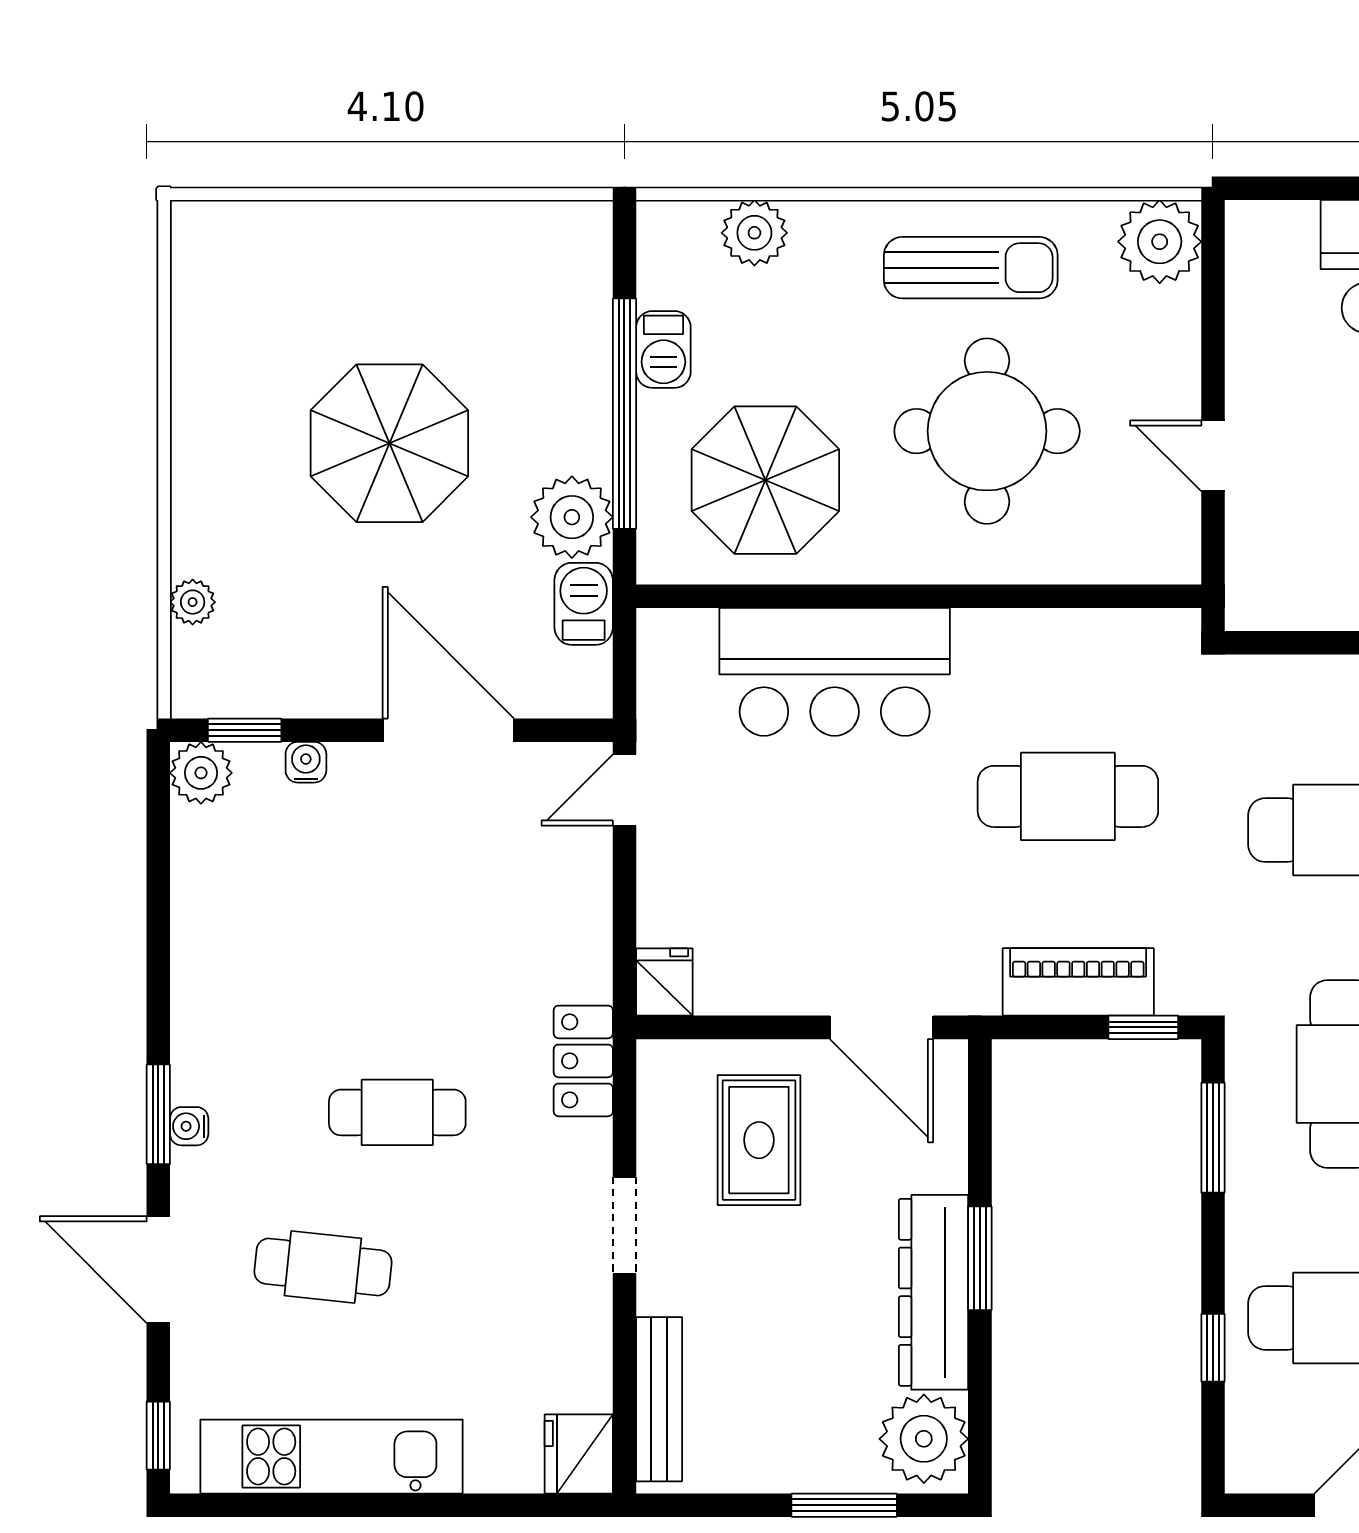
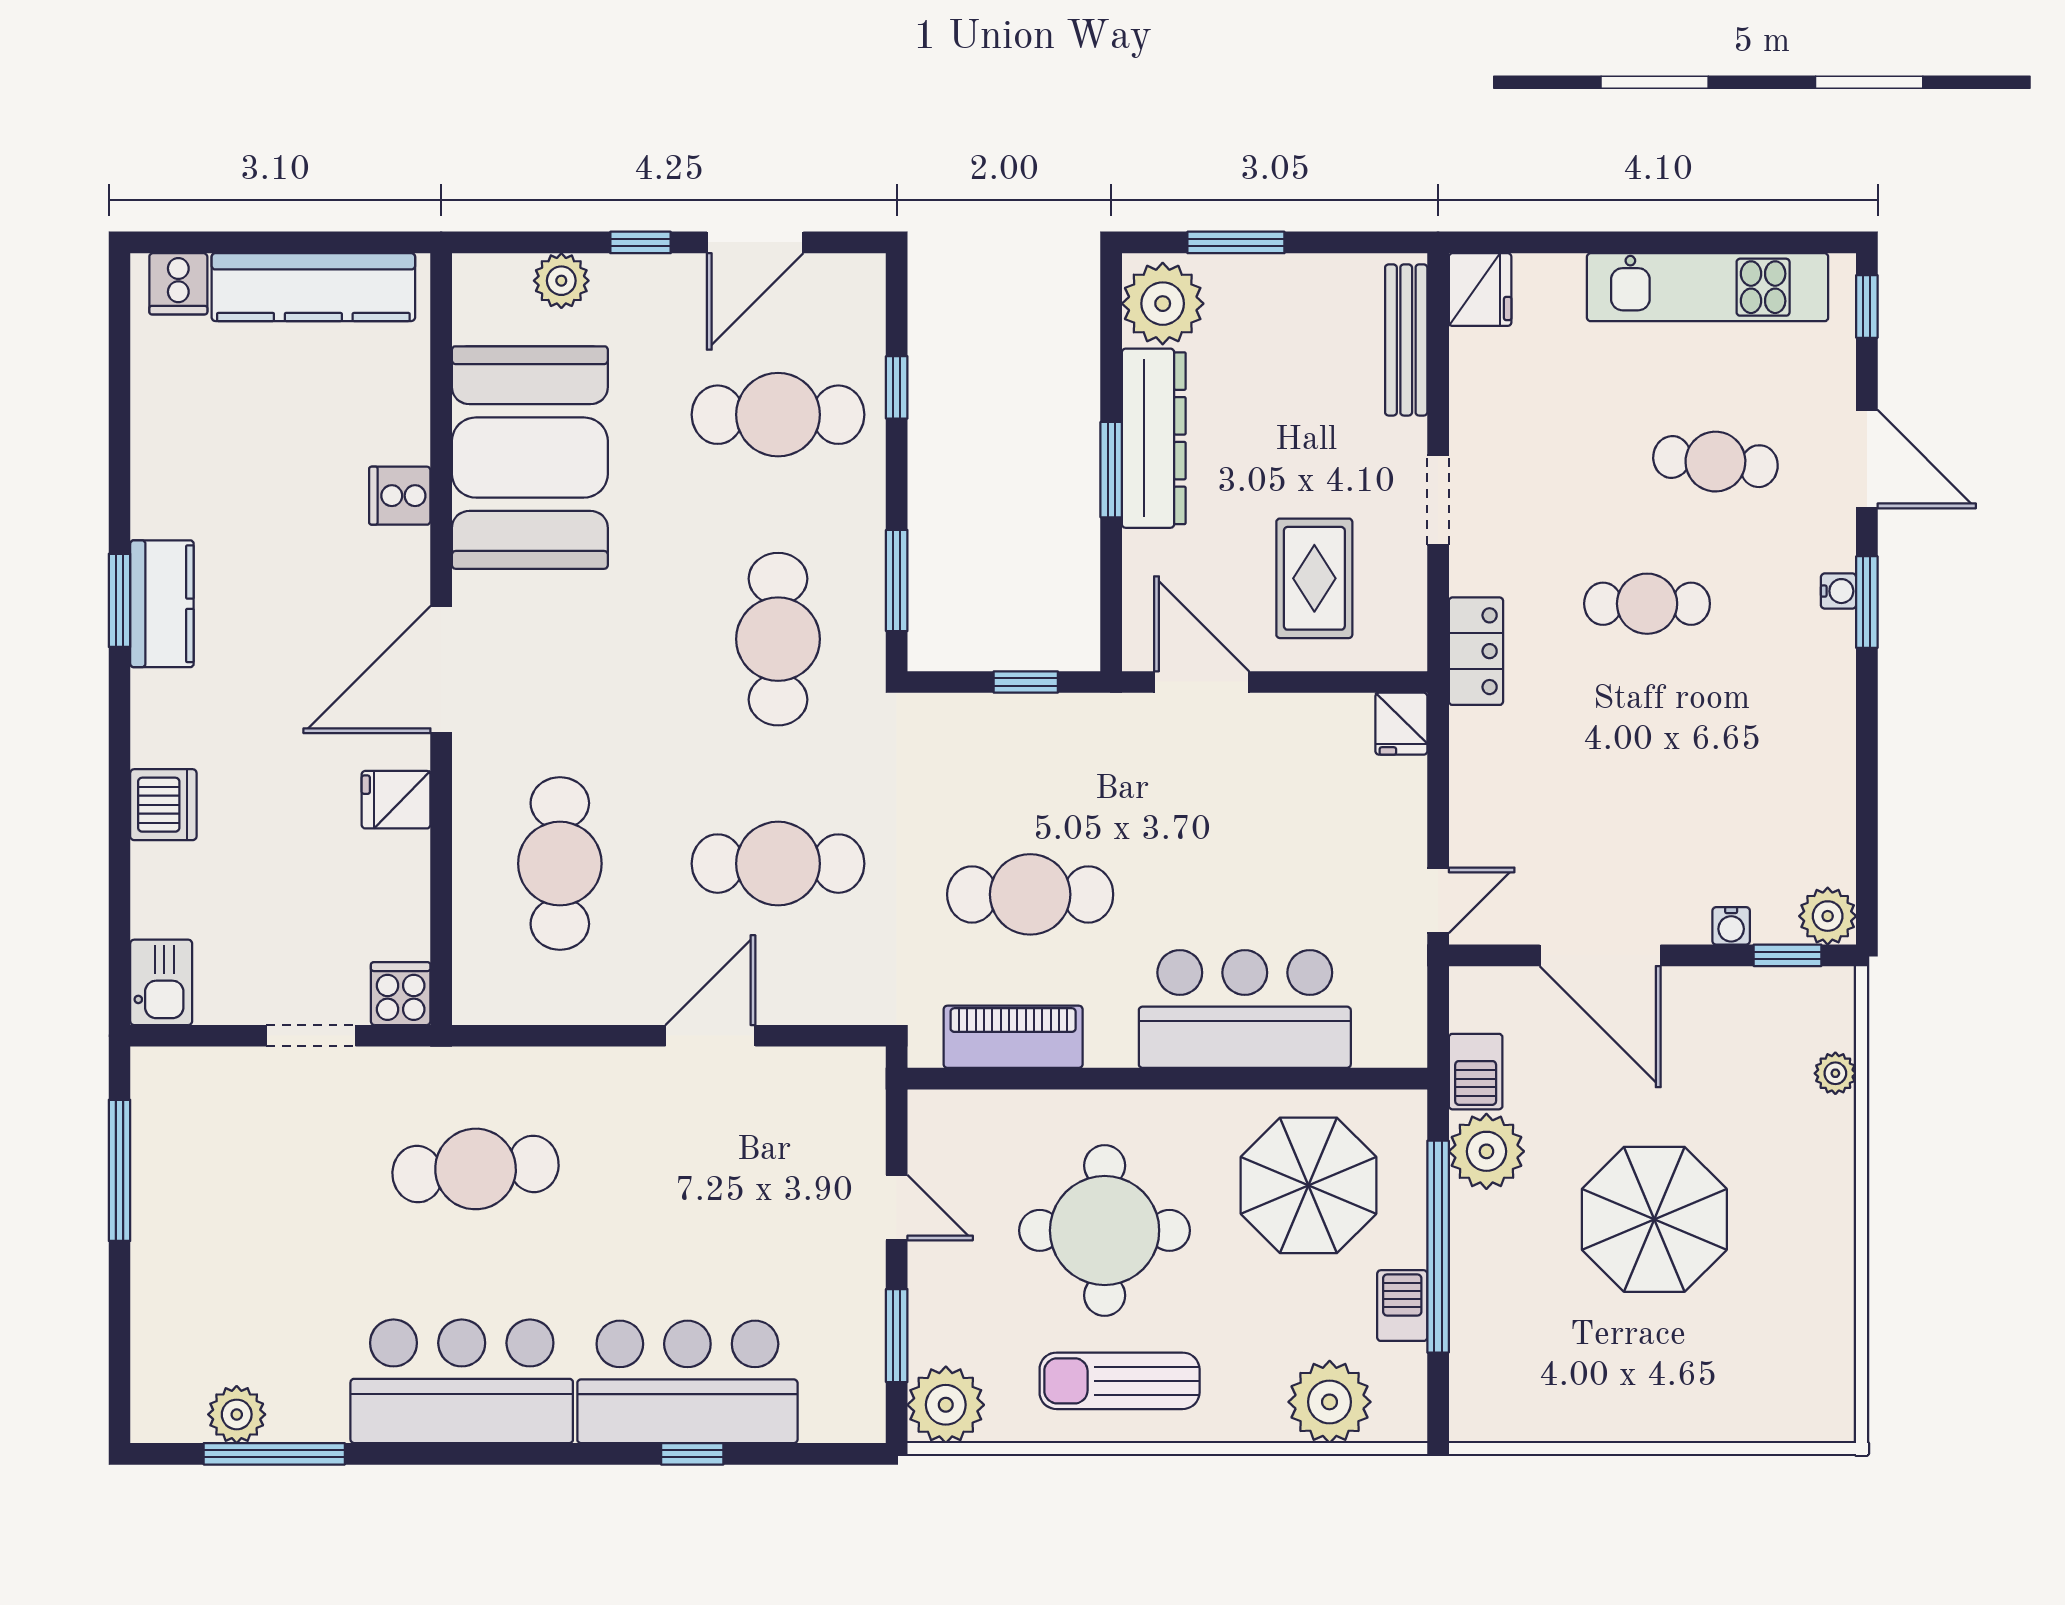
plant: (754, 233) -> (1330, 1402), width x1.36, depth x1.36
window: (1213, 317) -> (897, 1336), added
piano: (1078, 982) -> (1013, 1037), moved, turned 180
window: (1143, 1027) -> (1026, 682), moved

